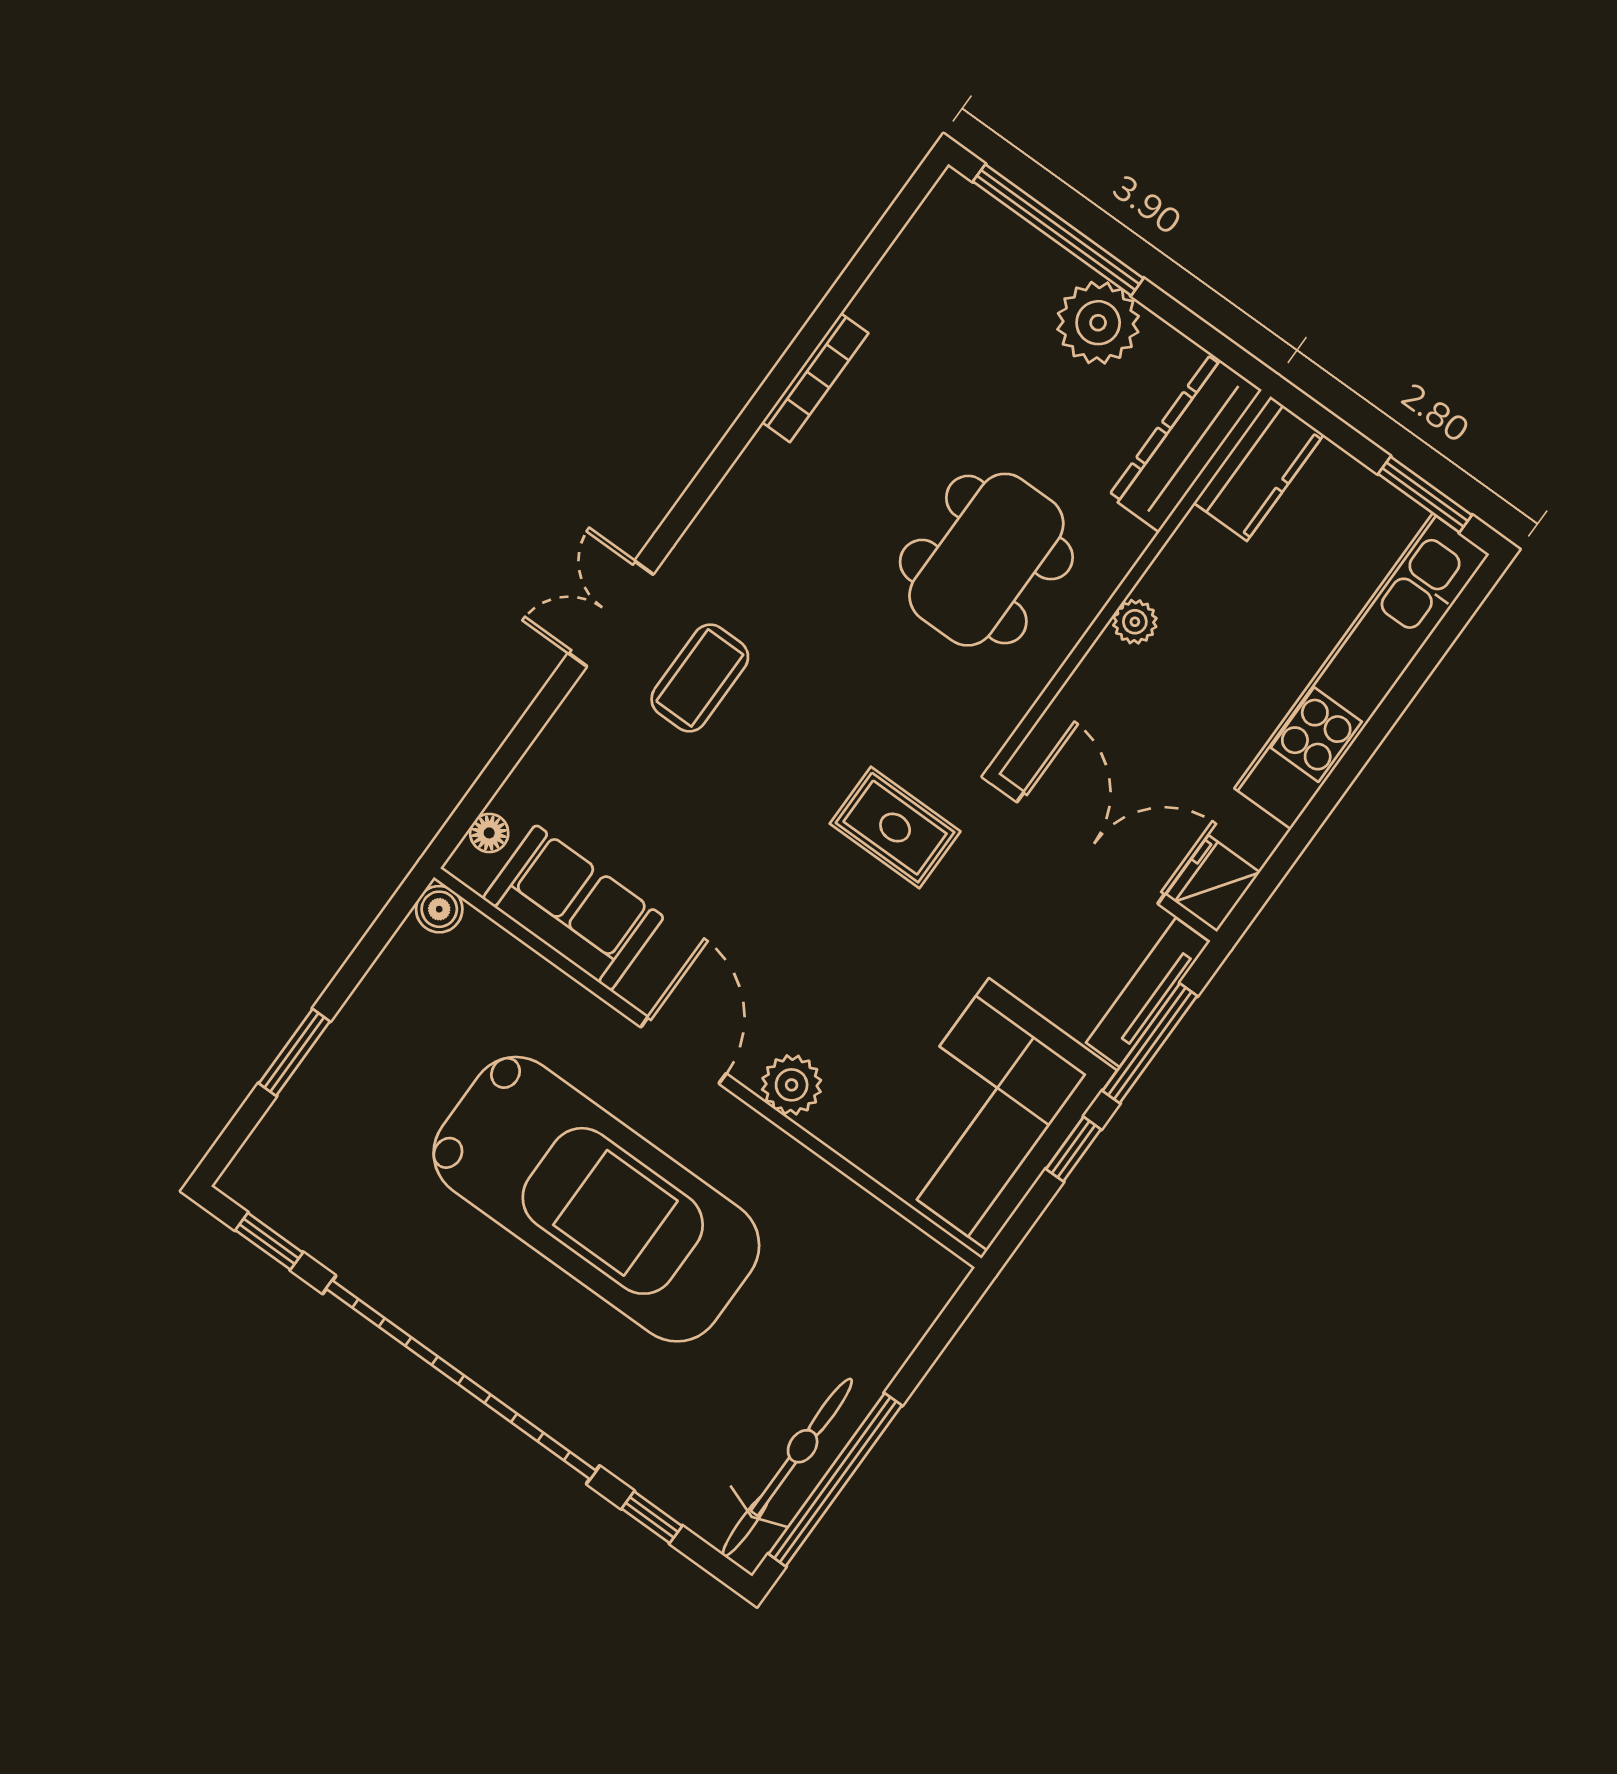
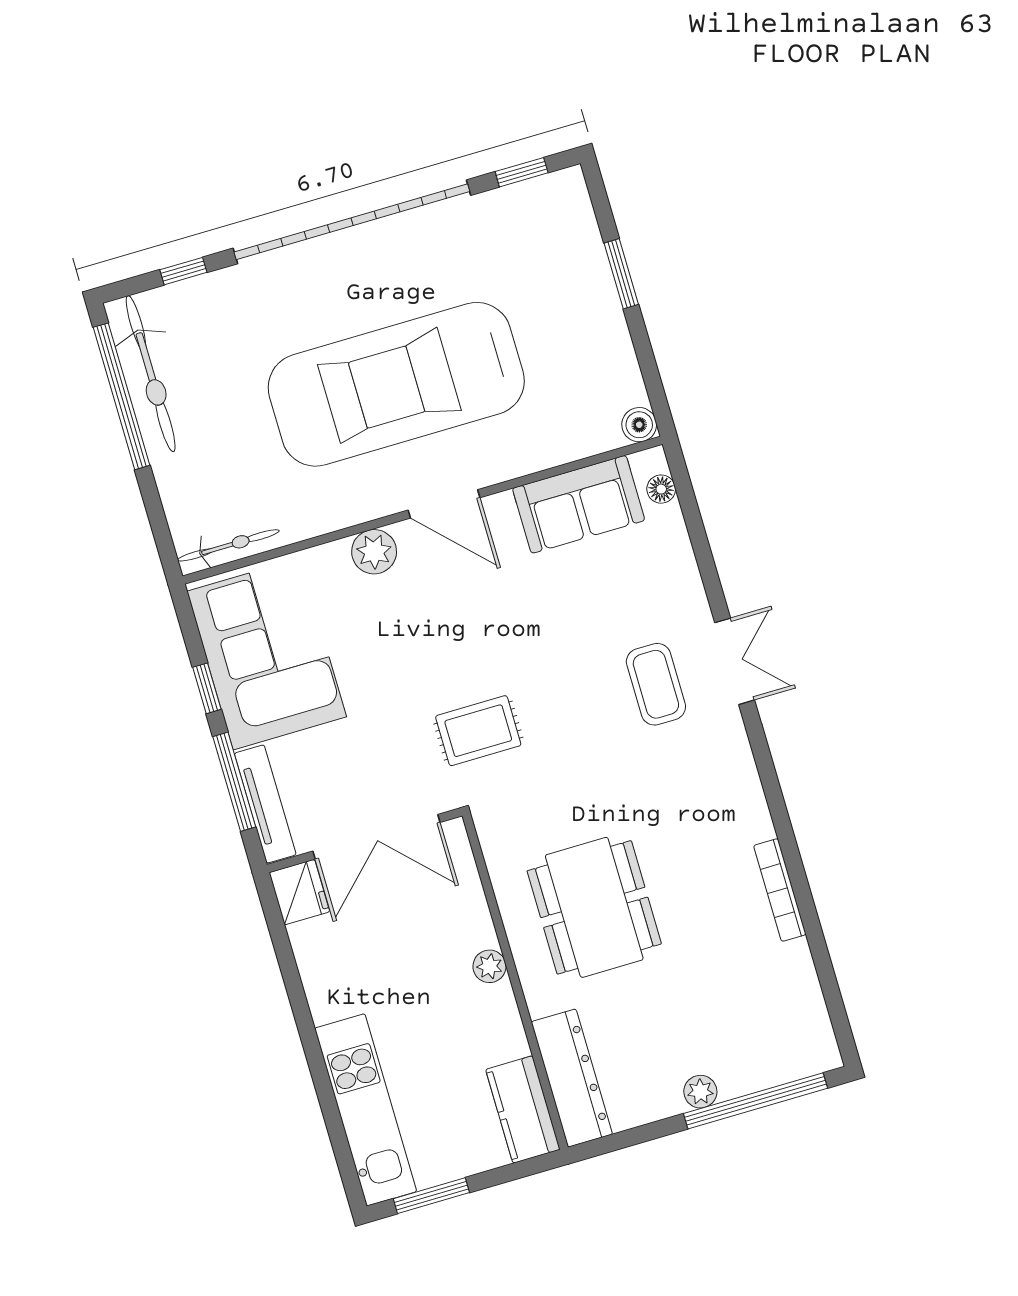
plant: (1098, 323) -> (700, 1092), width x0.53, depth x0.53
kitchen unit: (1362, 671) -> (366, 1110), width x0.73
bicycle: (905, 1244) -> (228, 545), added

